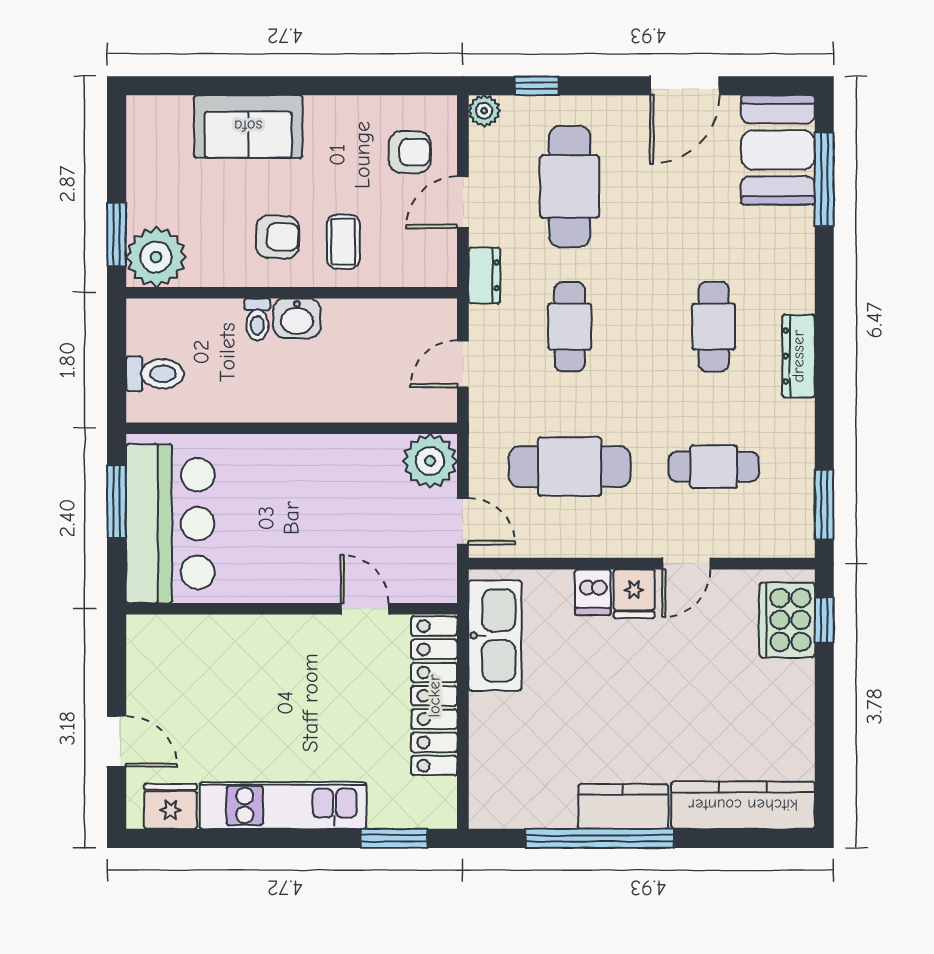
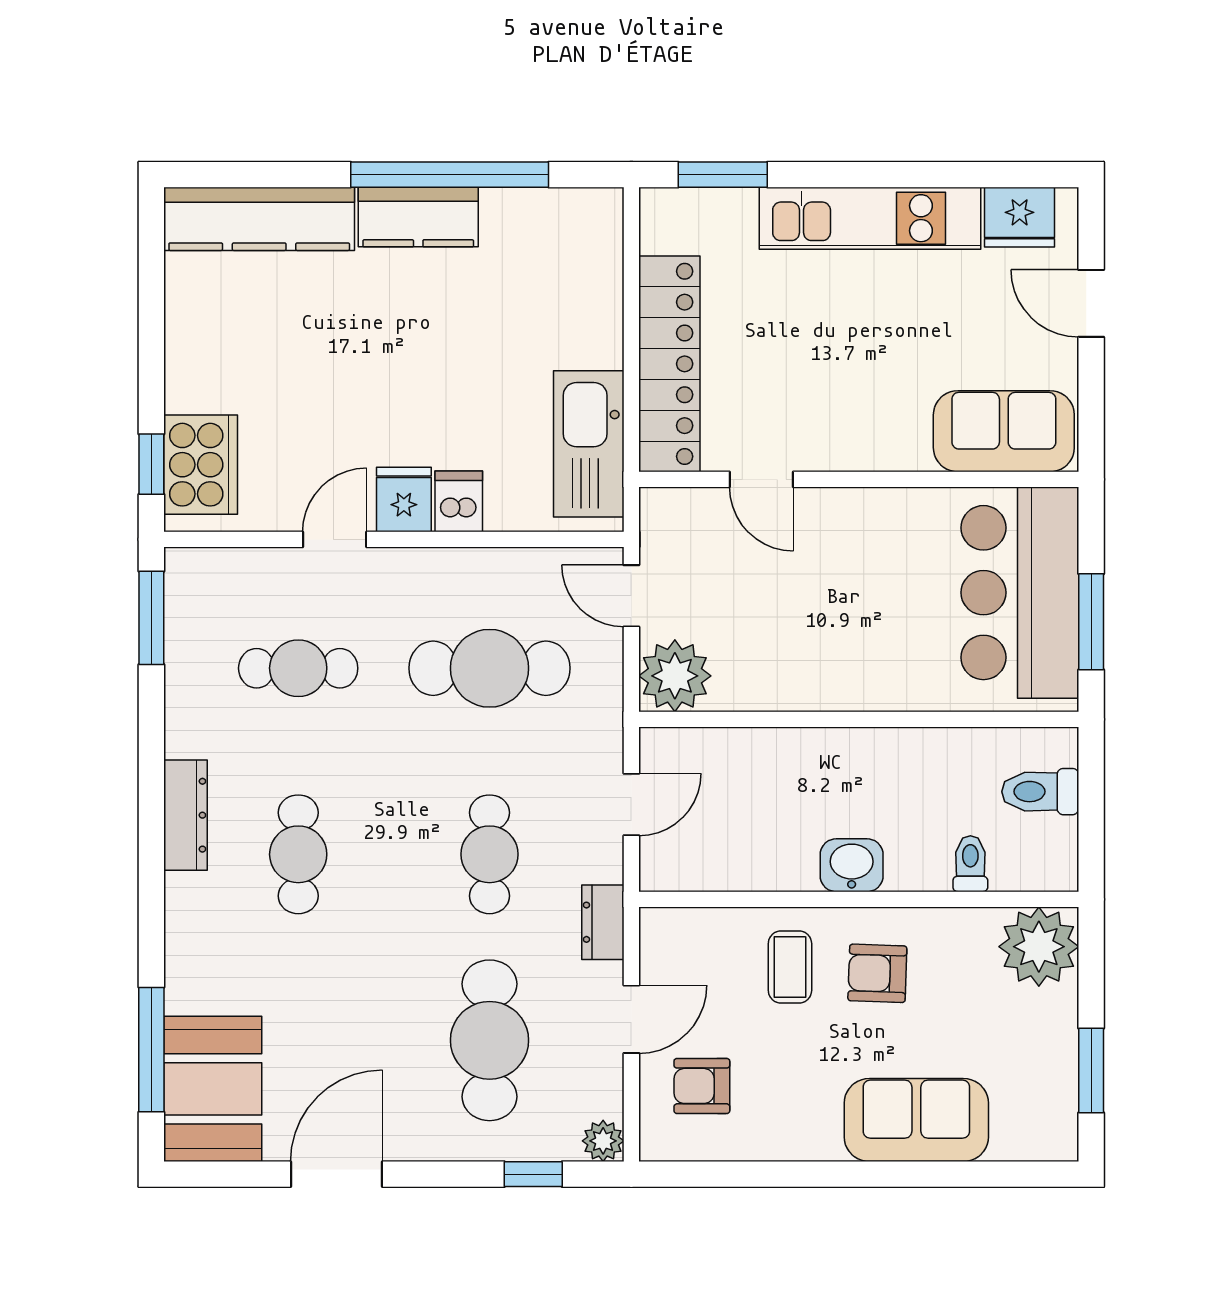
window: (117, 234) -> (1091, 1070), moved
toilet: (257, 319) -> (970, 864), moved
sofa: (182, 645) -> (1004, 431), added

